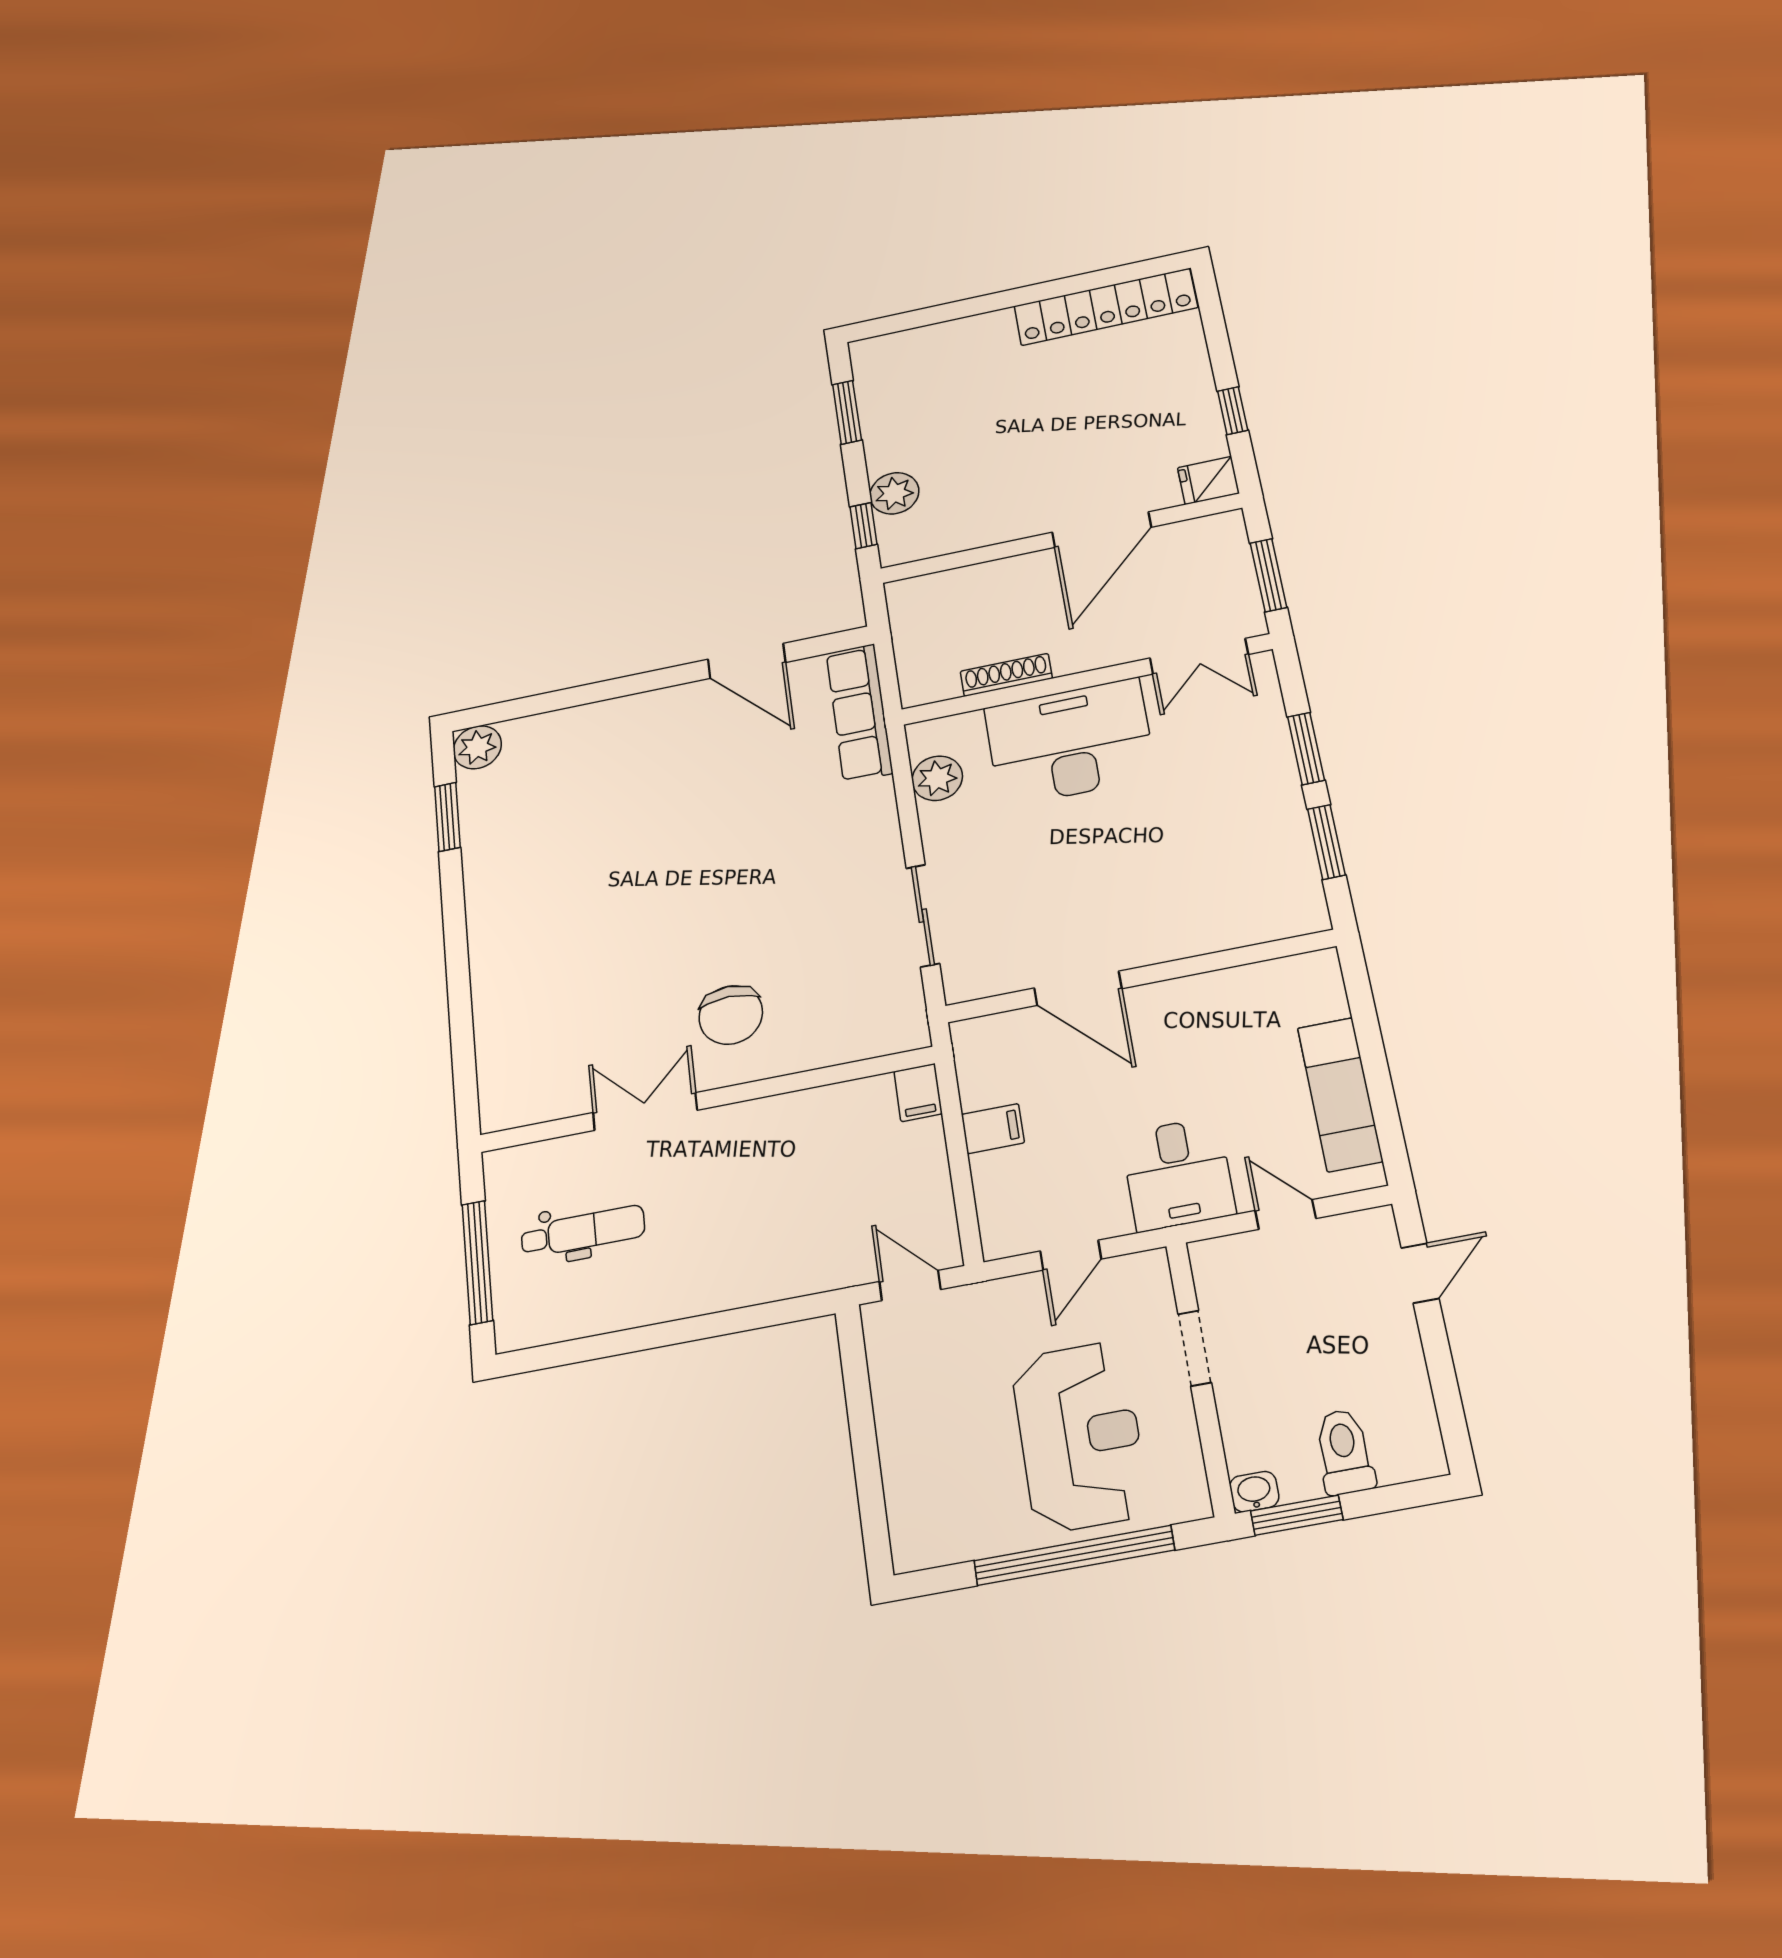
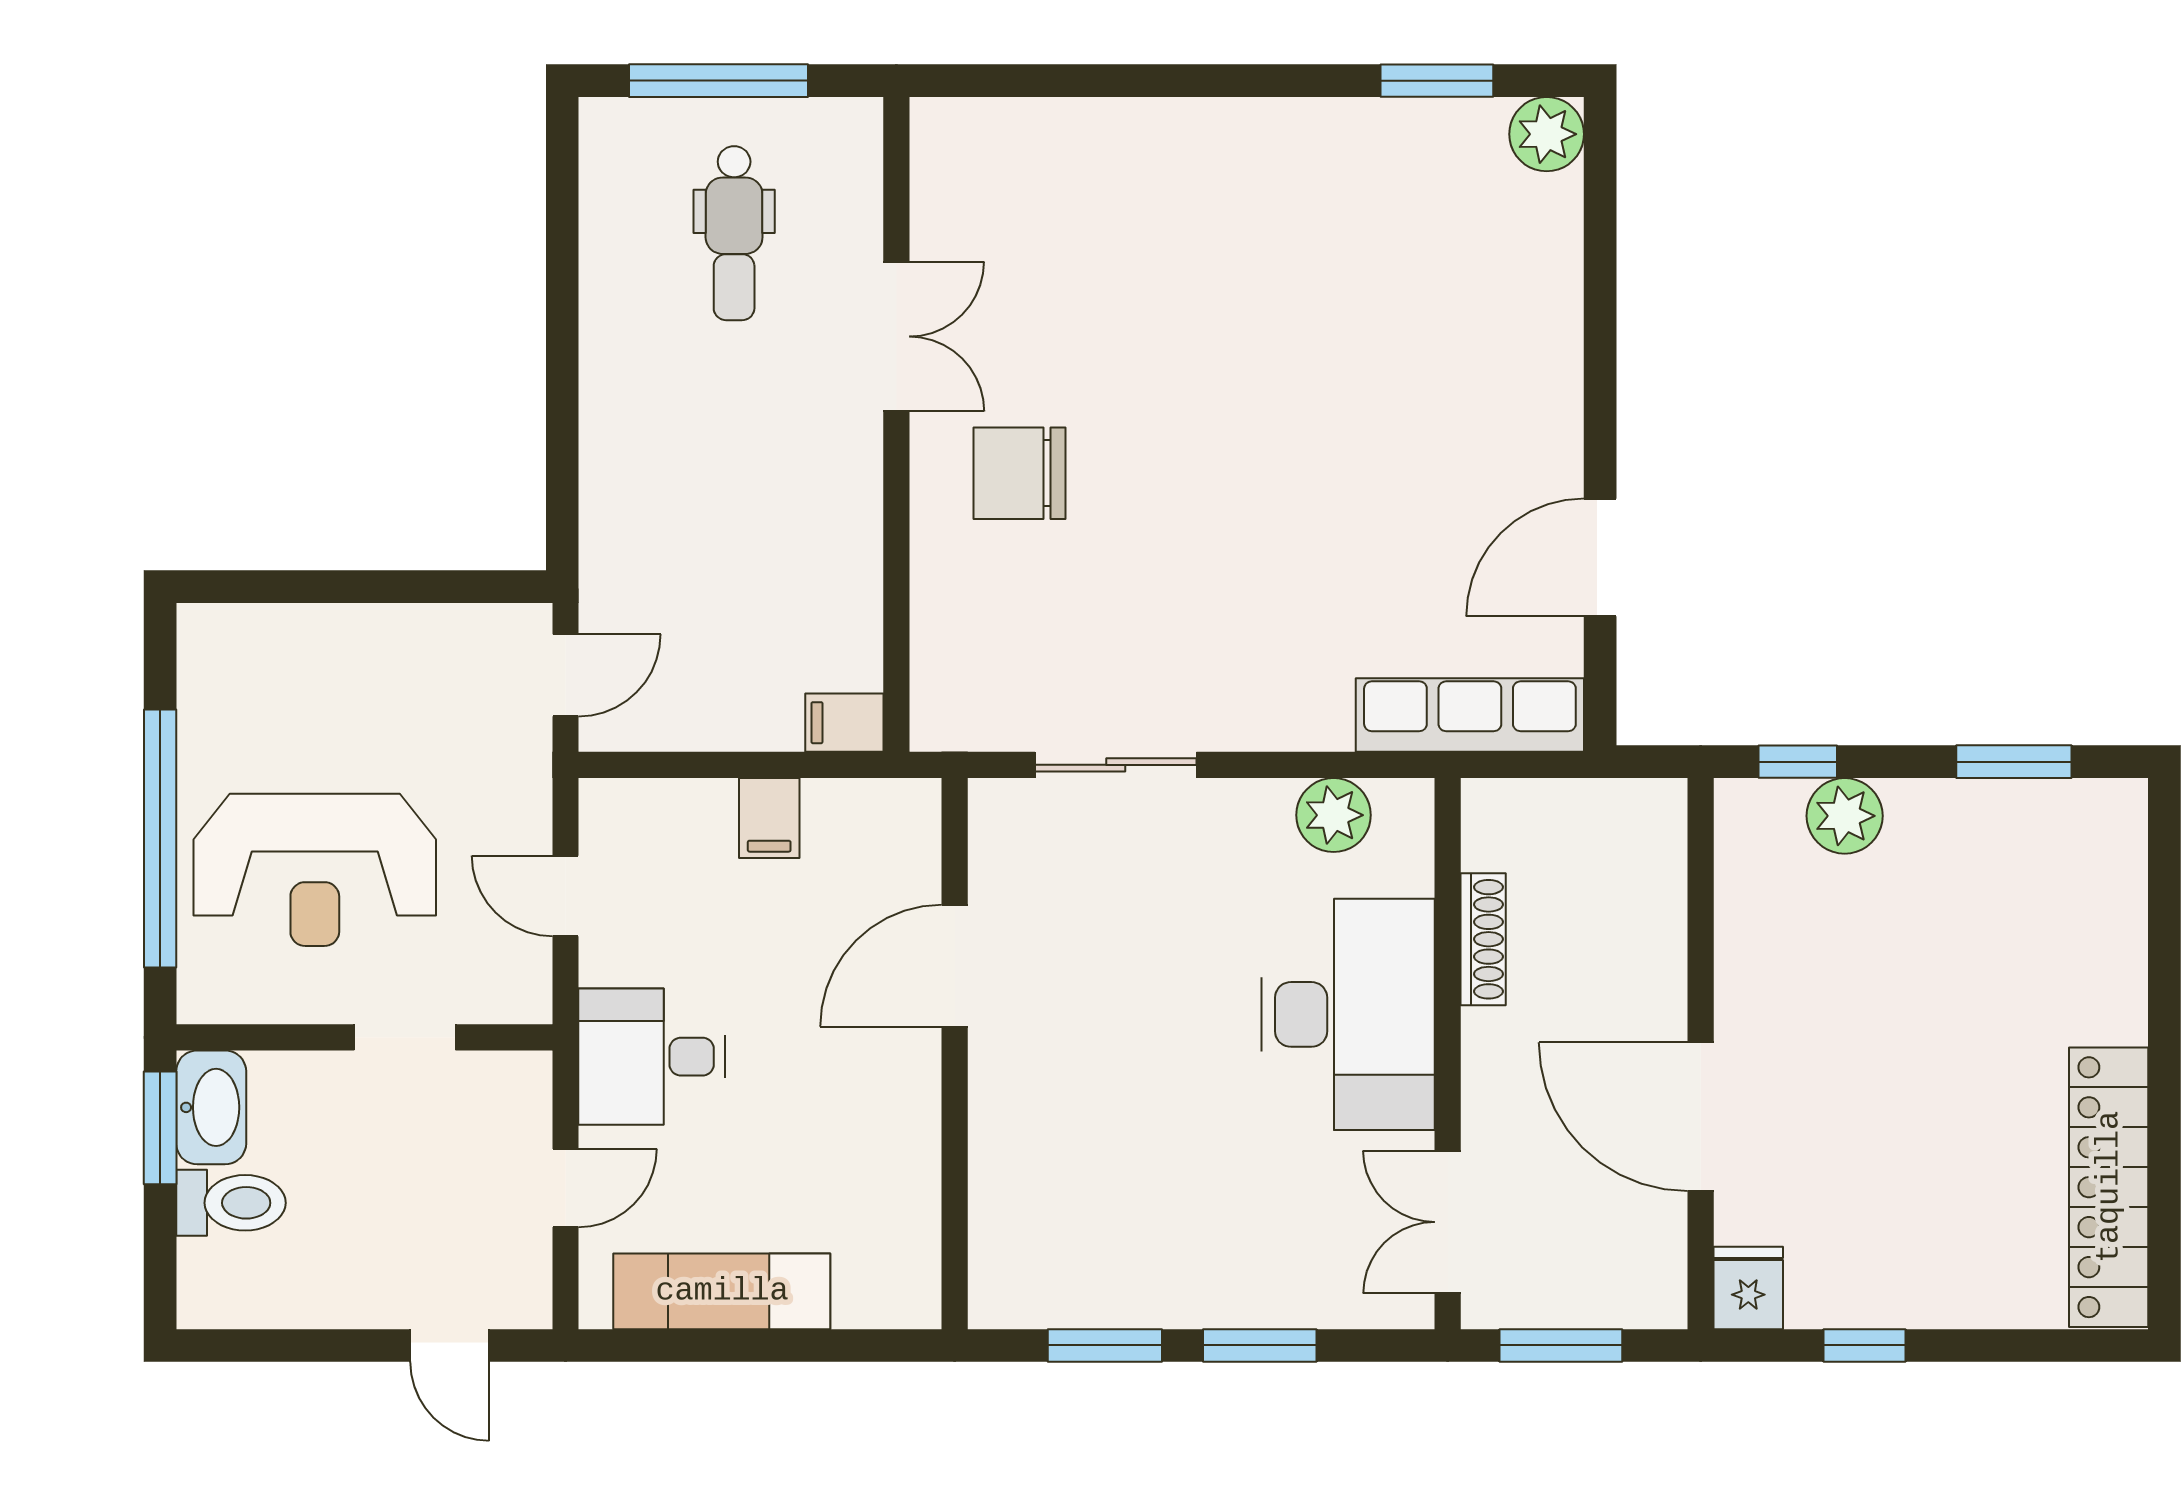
washbasin: (1254, 1492) -> (211, 1107), width x1.91, depth x1.45

